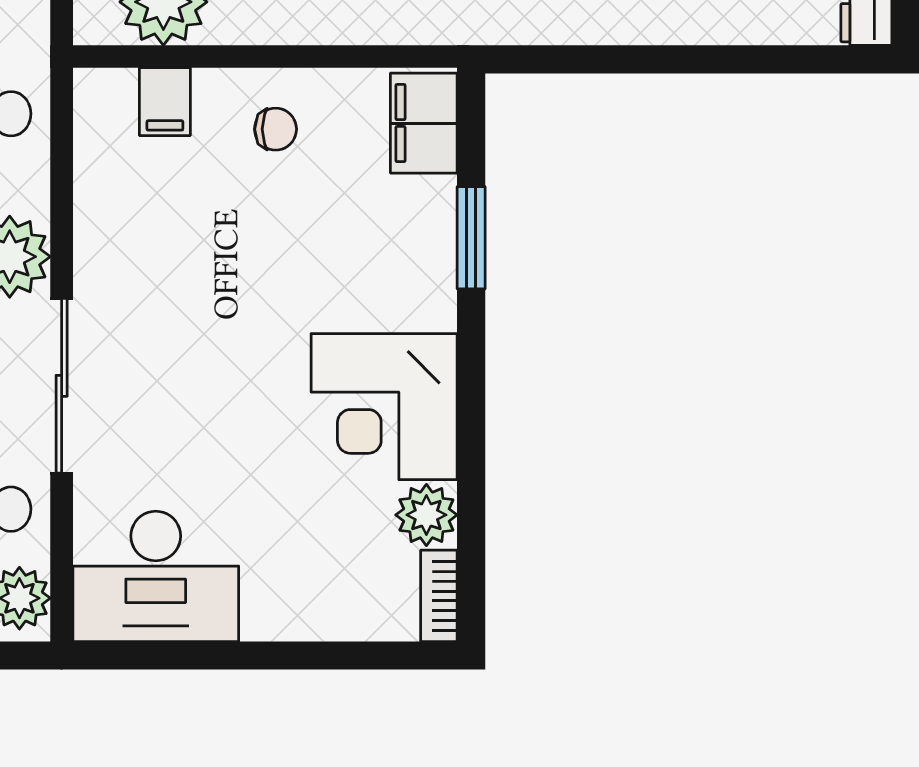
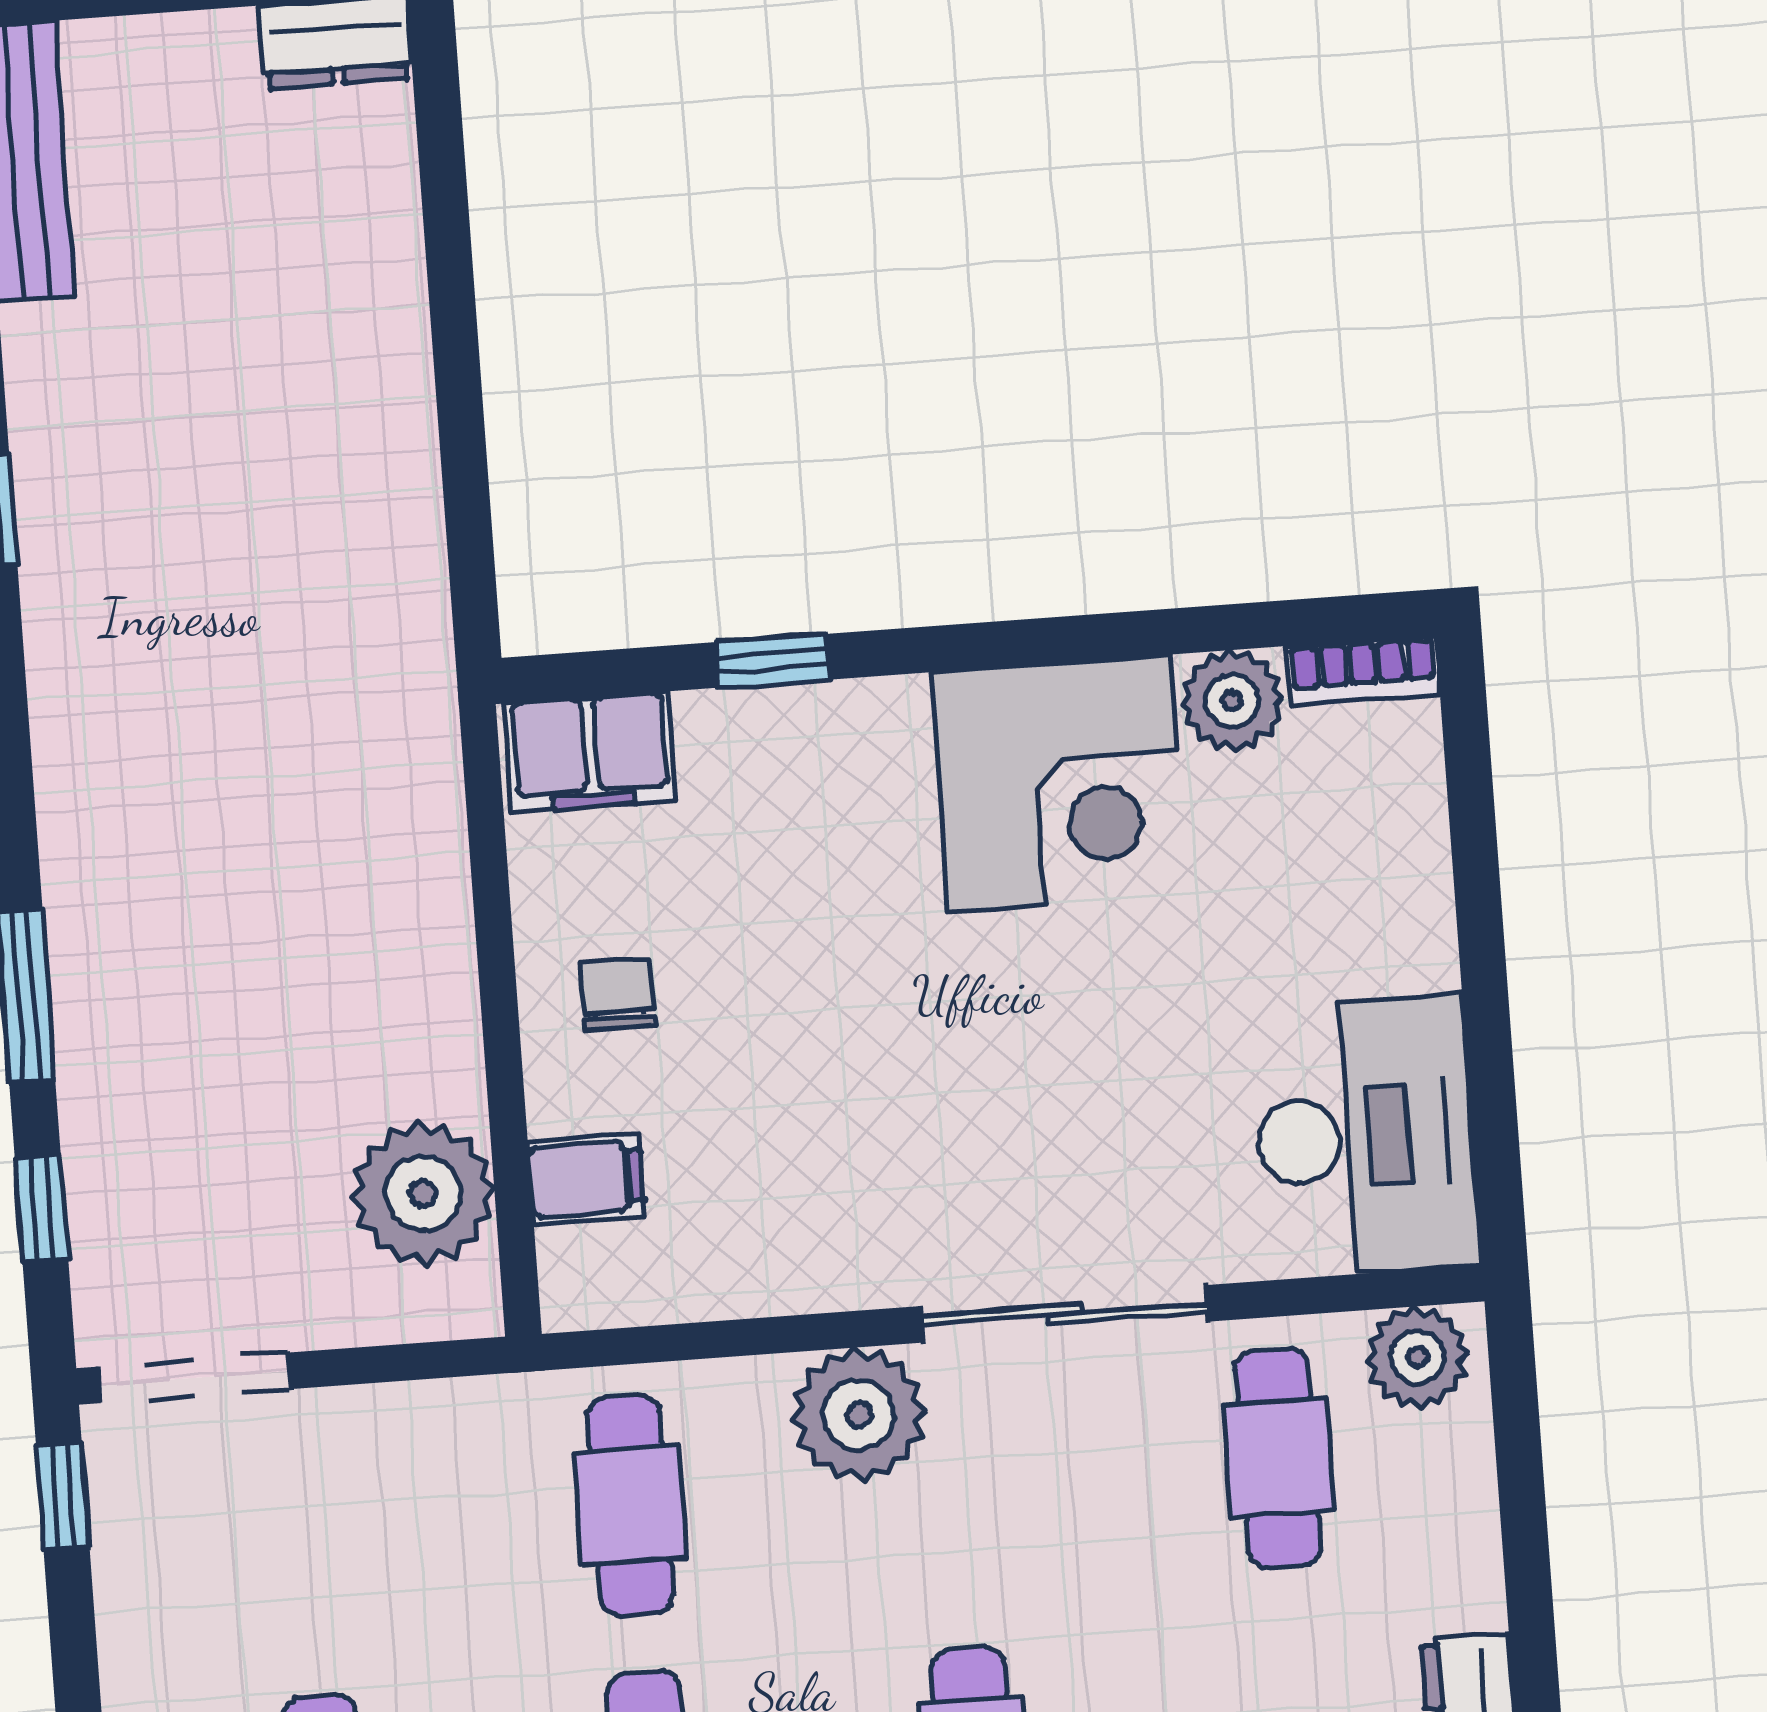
window: (471, 238) -> (772, 661), width x0.67

